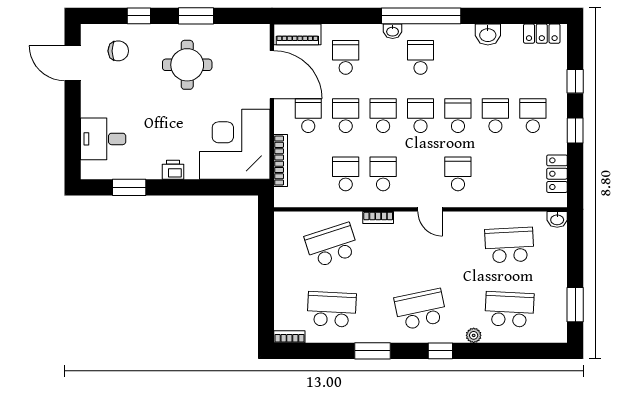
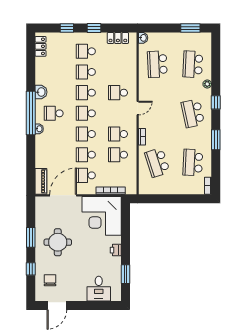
washbasin: (488, 34) -> (41, 92), moved
school desk: (346, 57) -> (54, 155), removed

